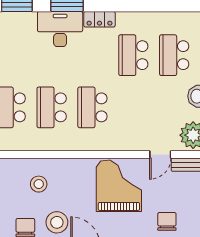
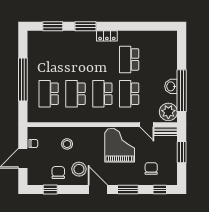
desk: (60, 29) -> (81, 42), removed
school desk: (174, 55) -> (129, 94), moved
door: (160, 155) -> (147, 125), hinge flipped

